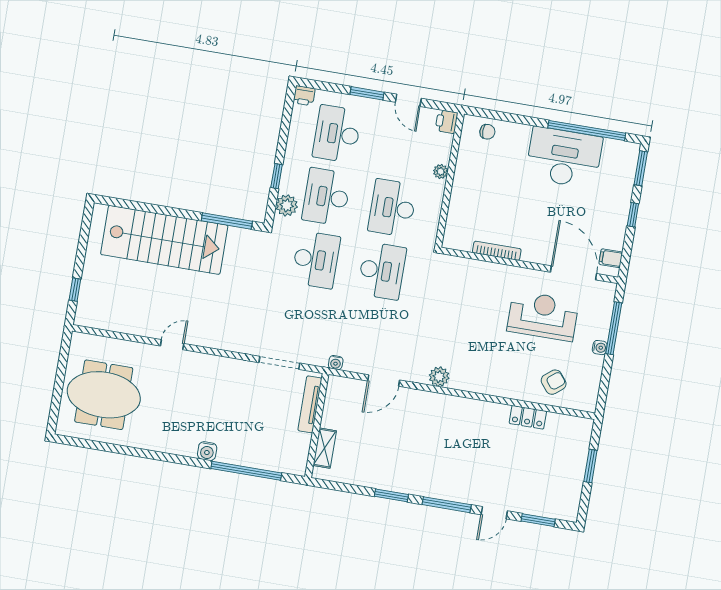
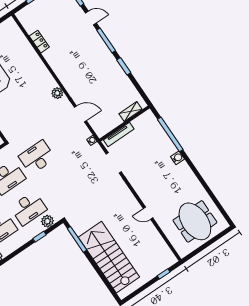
desk: (316, 260) -> (58, 188), removed
armchair: (554, 382) -> (15, 45), removed

